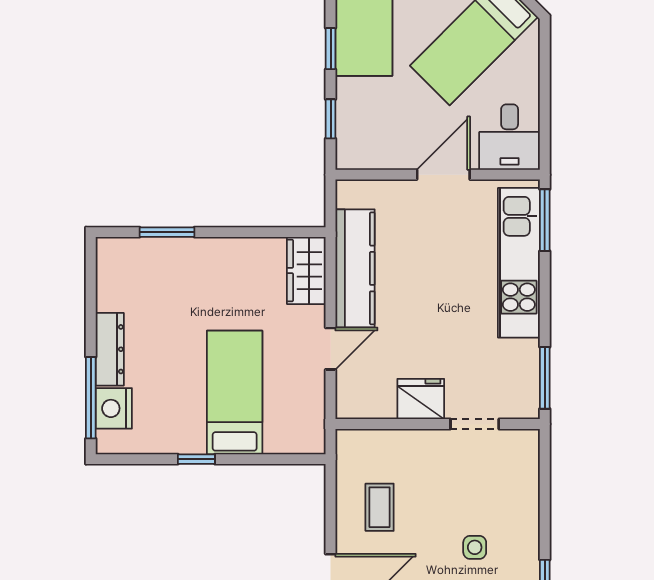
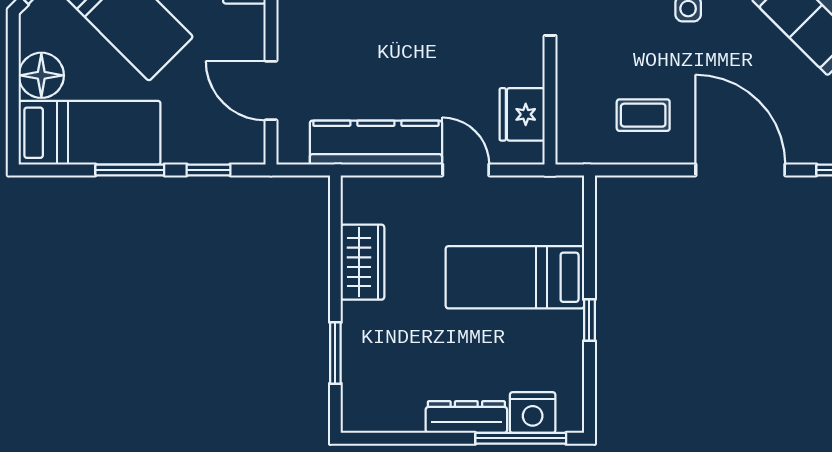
window: (331, 49) -> (130, 170), width x1.50
door: (443, 175) -> (271, 91), moved
wardrobe: (306, 271) -> (363, 262), moved, turned -90
fridge: (421, 399) -> (522, 114), moved

